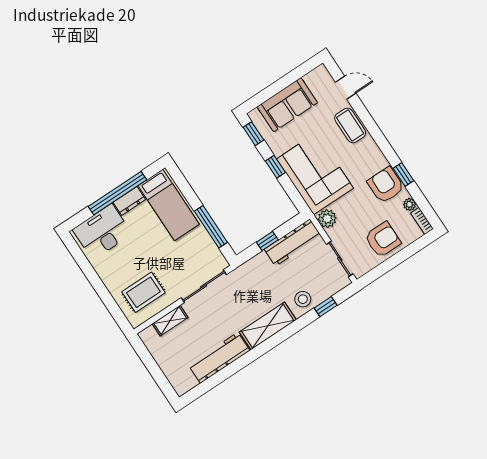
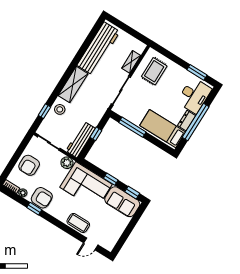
sofa: (287, 105) -> (122, 202), moved, turned -90
window: (83, 263) -> (197, 72), added
workbench: (219, 358) -> (98, 48), width x1.36, depth x1.32

